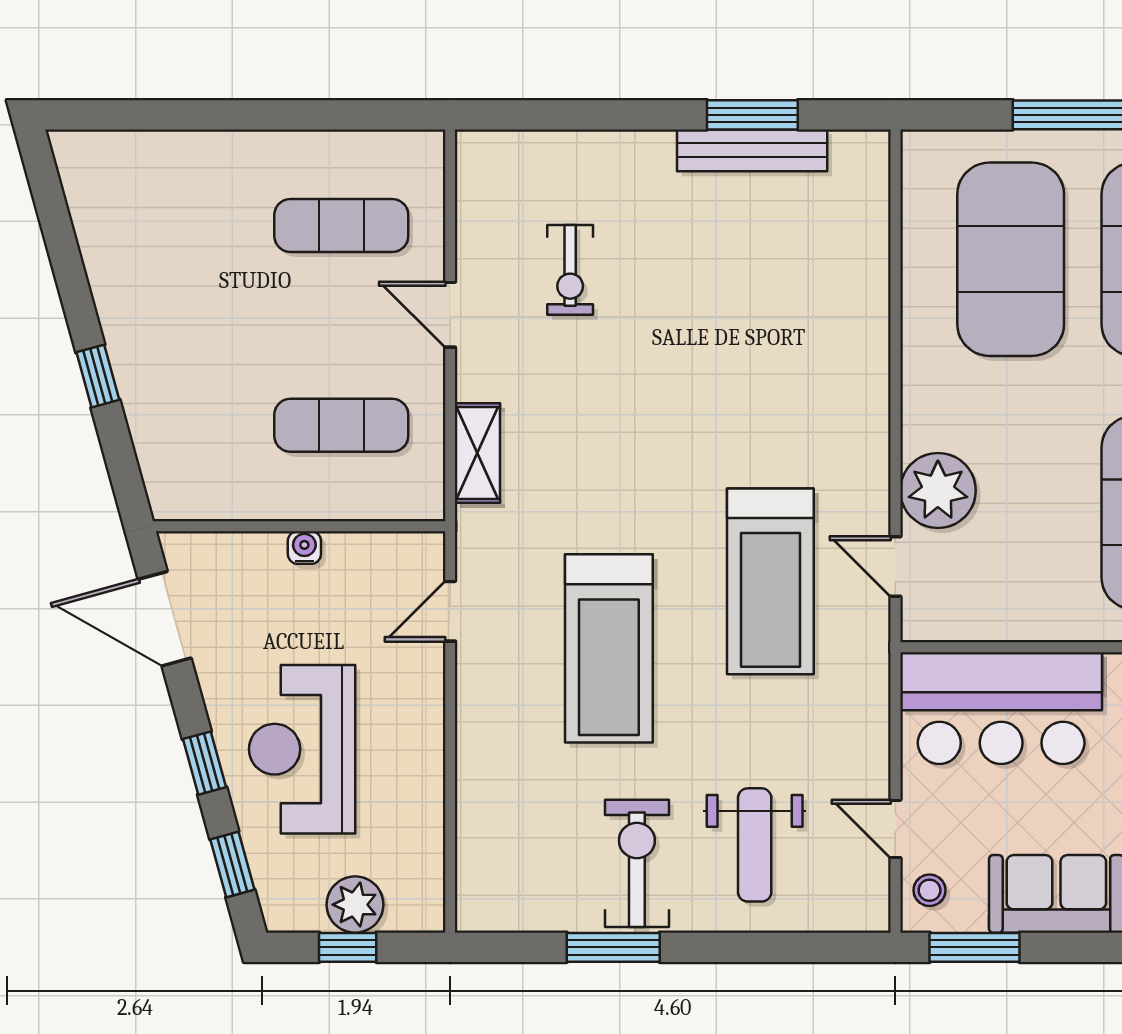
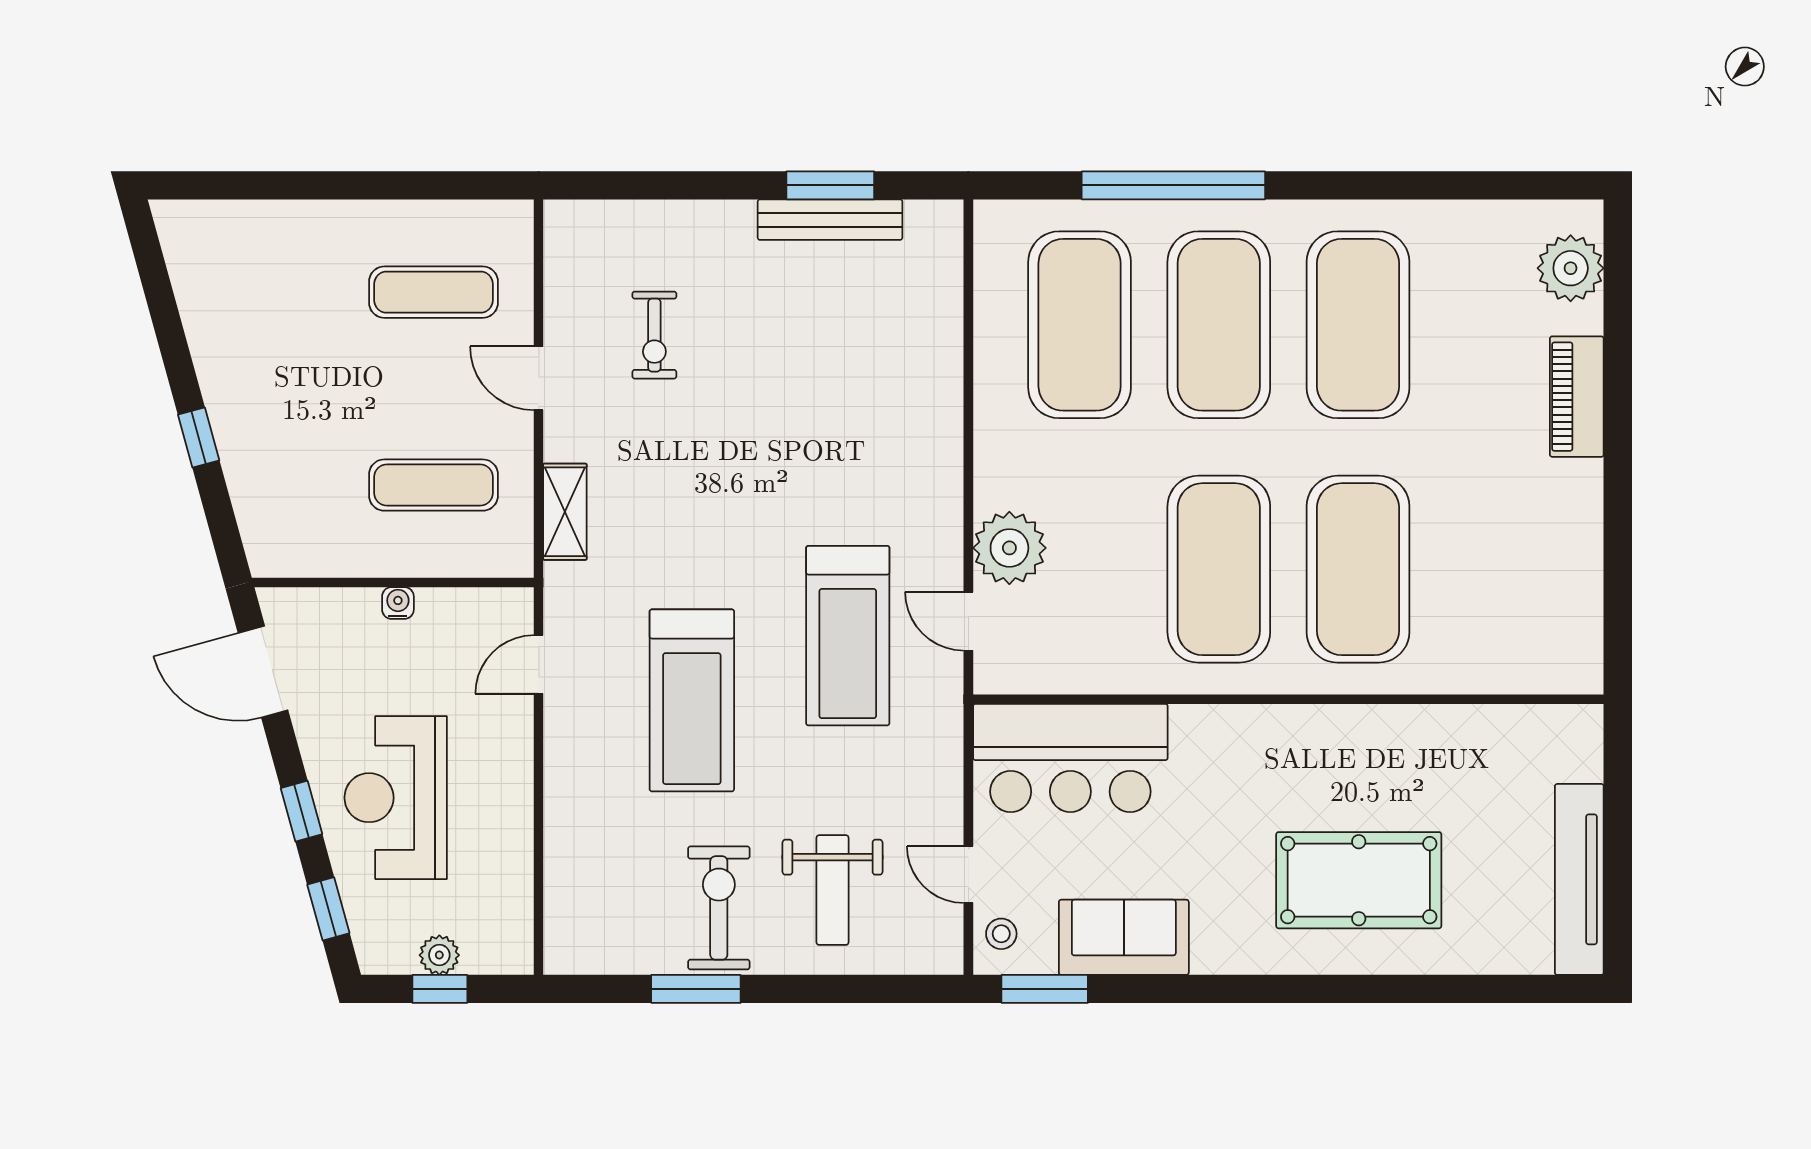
plant: (355, 905) -> (439, 955), width x0.73, depth x0.73

